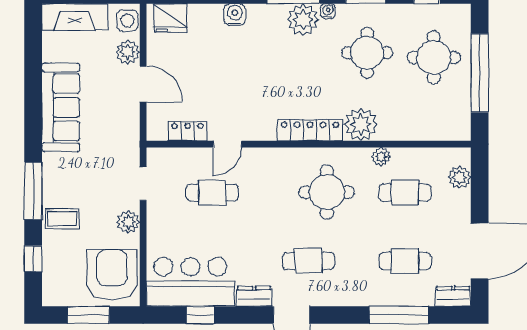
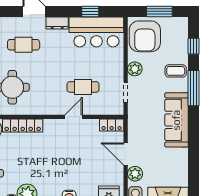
sofa: (61, 107) -> (176, 120), moved
locker: (188, 131) -> (112, 125), moved

